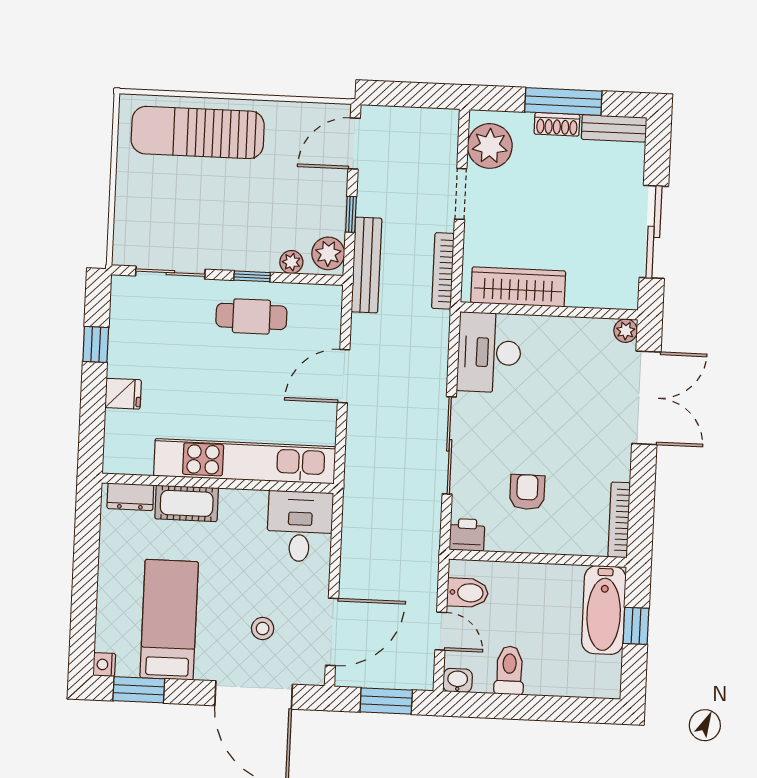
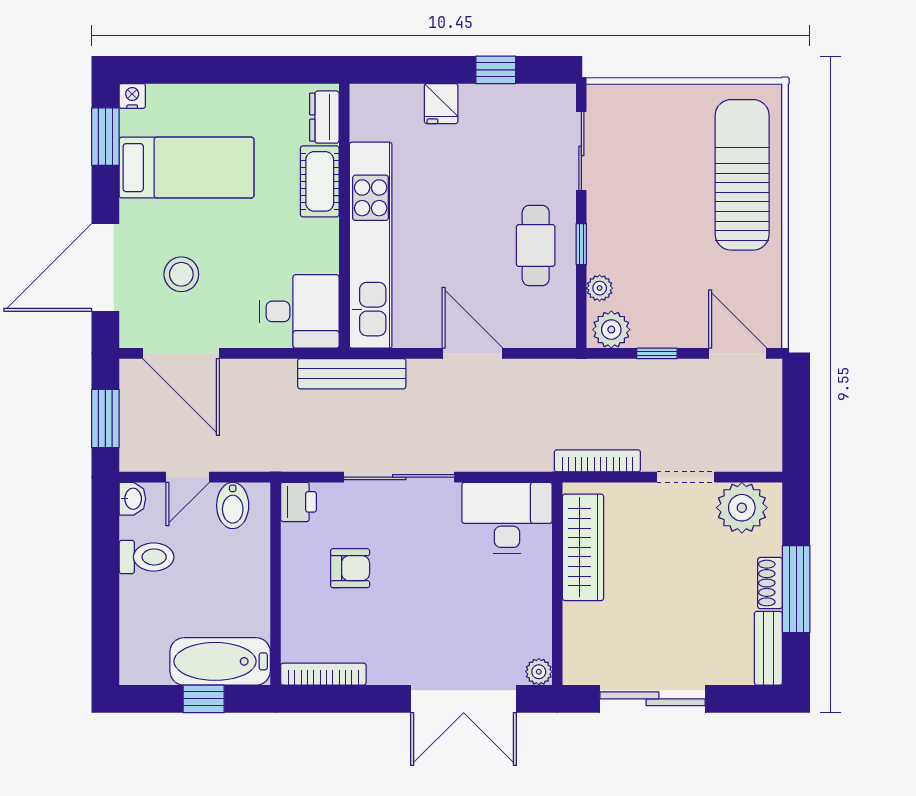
bench: (366, 265) -> (352, 374), moved
stool: (263, 629) -> (181, 274), width x1.37, depth x1.37

